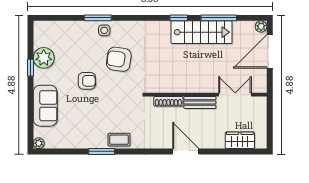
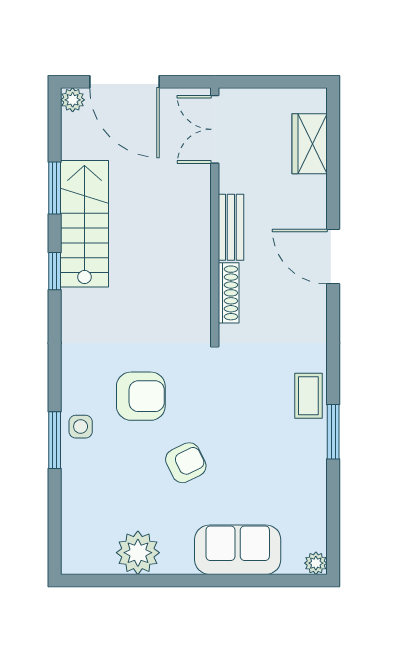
window: (219, 18) -> (55, 188), width x0.69
armchair: (119, 59) -> (141, 396), turned -98
window: (30, 68) -> (158, 580), removed
armchair: (87, 81) -> (186, 463), turned 64
double door: (235, 95) -> (215, 129), moved
door: (186, 151) -> (333, 257), hinge flipped

